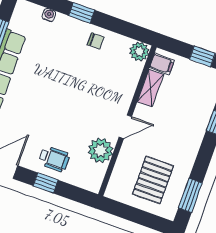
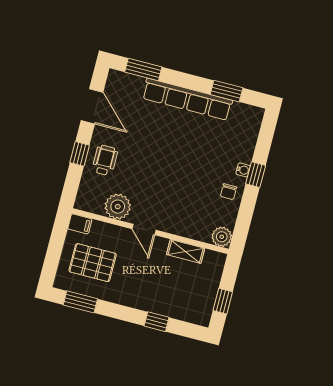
water cooler: (49, 15) -> (243, 170), moved
filing cabinet: (162, 64) -> (80, 224), moved, turned -90
wheelchair: (54, 159) -> (105, 160), turned 180

